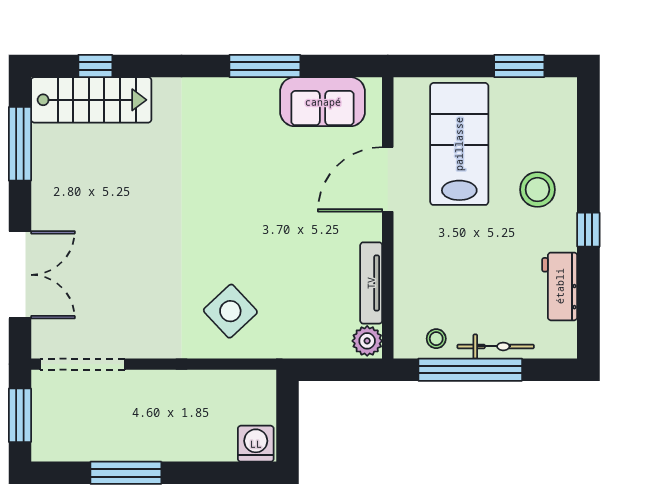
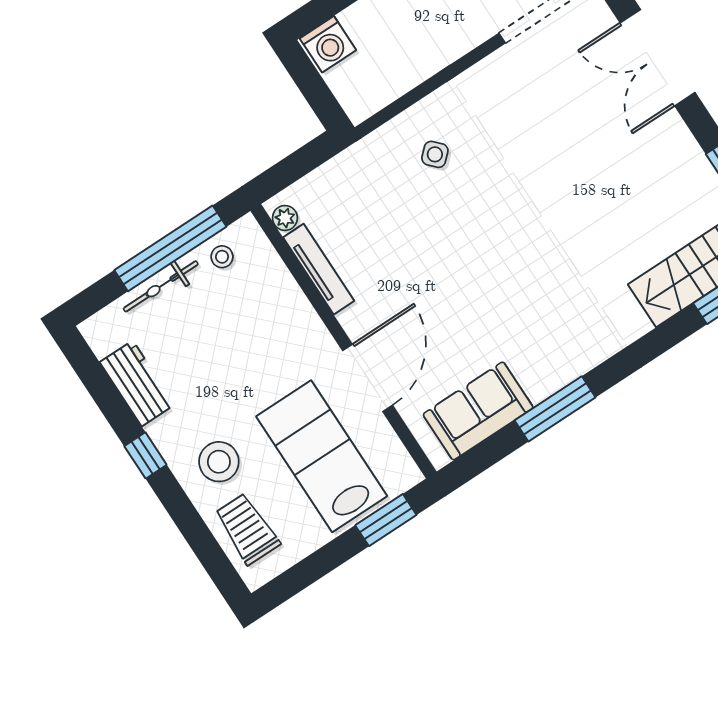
window: (519, 66) -> (386, 520), moved
trolley: (549, 126) -> (247, 529), added
lab bench: (459, 144) -> (322, 456), turned 180
side table: (230, 311) -> (435, 154), width x0.54, depth x0.54
plant: (367, 341) -> (285, 218), width x0.73, depth x0.73

